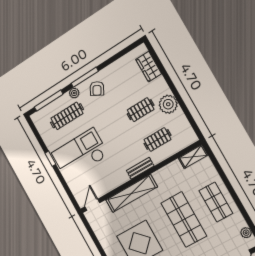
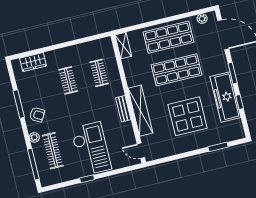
window: (85, 77) -> (19, 104), moved
plant: (168, 104) -> (71, 54), removed
checkout: (80, 154) -> (91, 149), turned 180
bench: (140, 168) -> (123, 109), moved
shop shelf: (216, 202) -> (168, 37), width x1.43, depth x1.36

